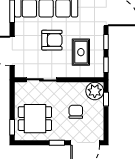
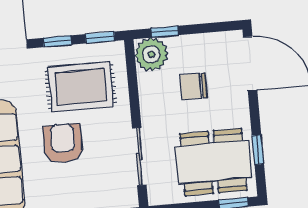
rug: (81, 52) -> (81, 87), width x1.36, depth x1.43
dining table: (35, 119) -> (213, 162), width x1.37
window: (57, 143) -> (258, 150), moved

